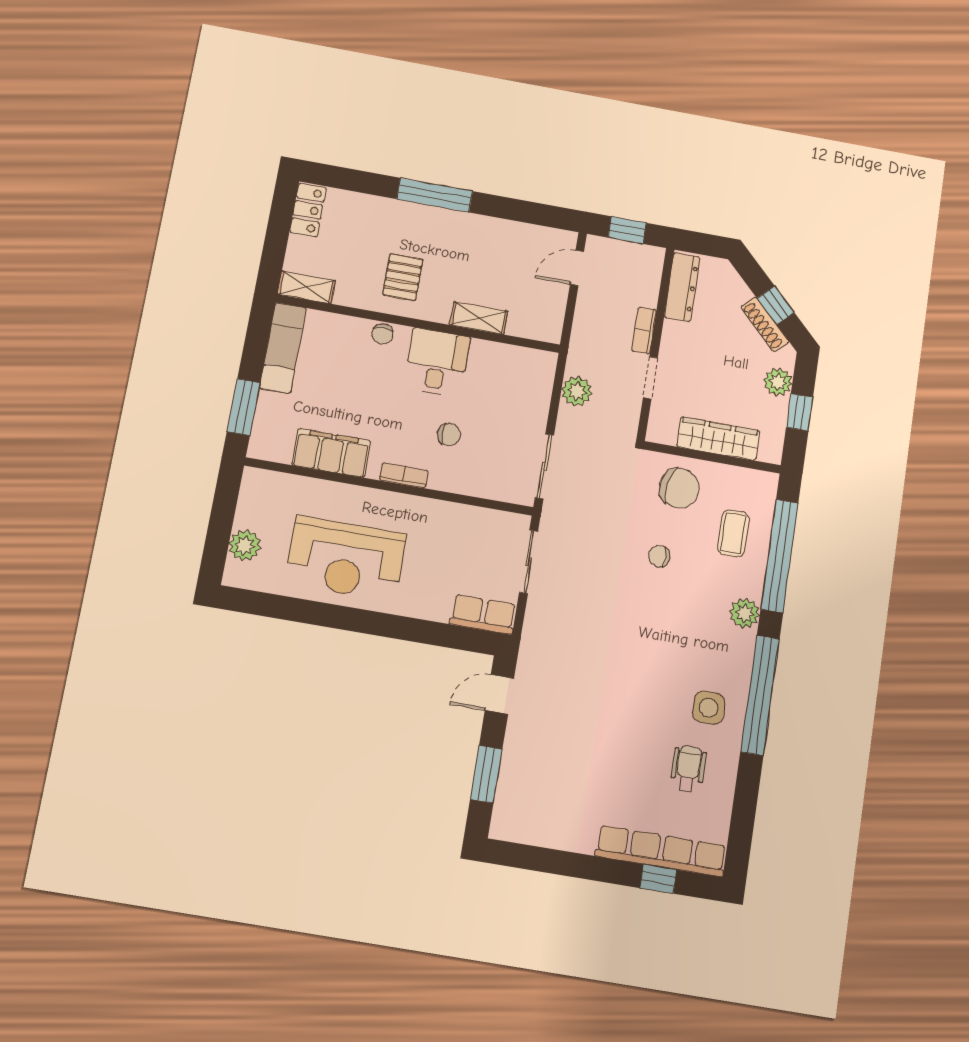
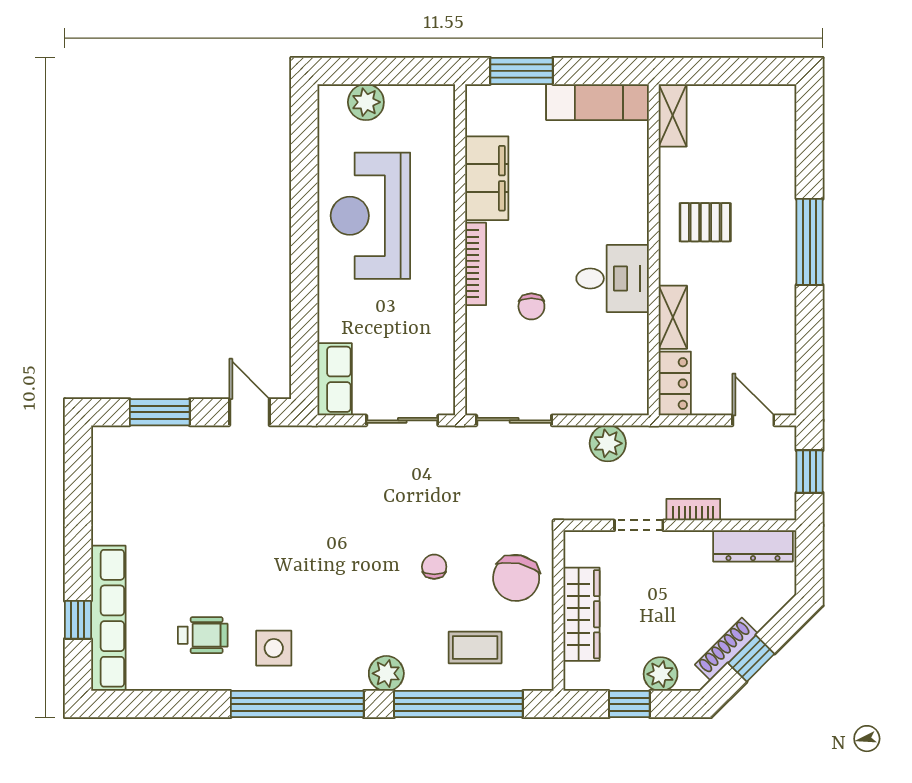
locker: (308, 210) -> (675, 383), moved, turned -90
chair: (382, 334) -> (634, 211), removed
bookcase: (404, 475) -> (476, 264), width x1.56

